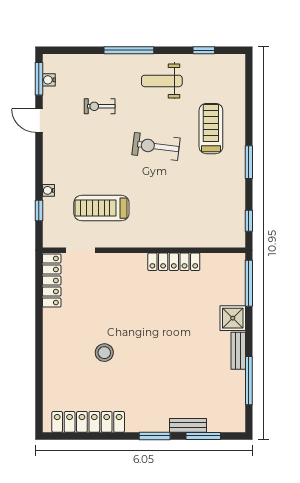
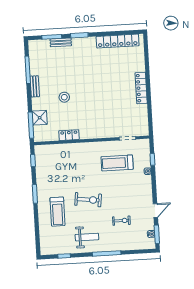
door: (39, 121) -> (155, 211), hinge flipped
treadmill: (101, 208) -> (117, 163), turned 180
locker: (174, 262) -> (69, 135), width x0.66
locker: (52, 281) -> (141, 88), moved
shower: (233, 318) -> (40, 118), moved
stool: (104, 353) -> (64, 97), moved

